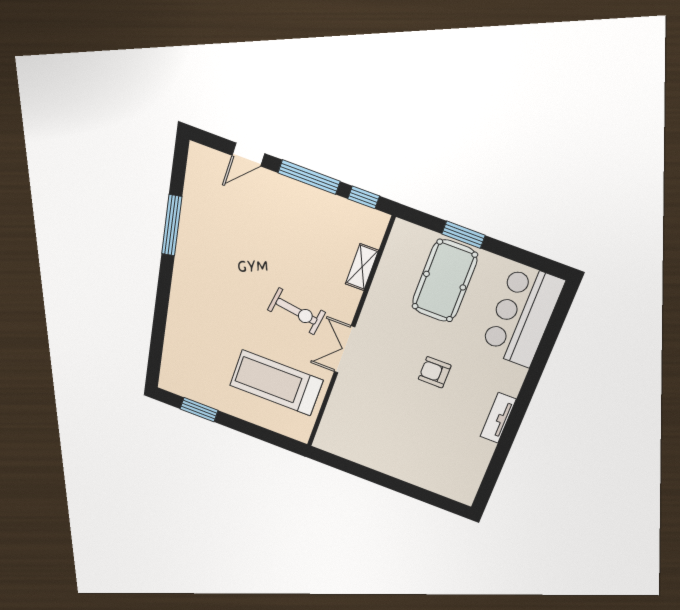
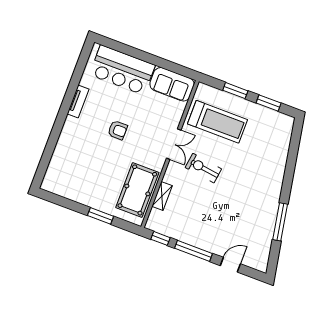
pool table: (445, 281) -> (137, 190), moved
bar counter: (522, 315) -> (122, 70), moved, turned 90
window: (250, 429) -> (235, 91), added
sofa: (349, 441) -> (172, 84), added

